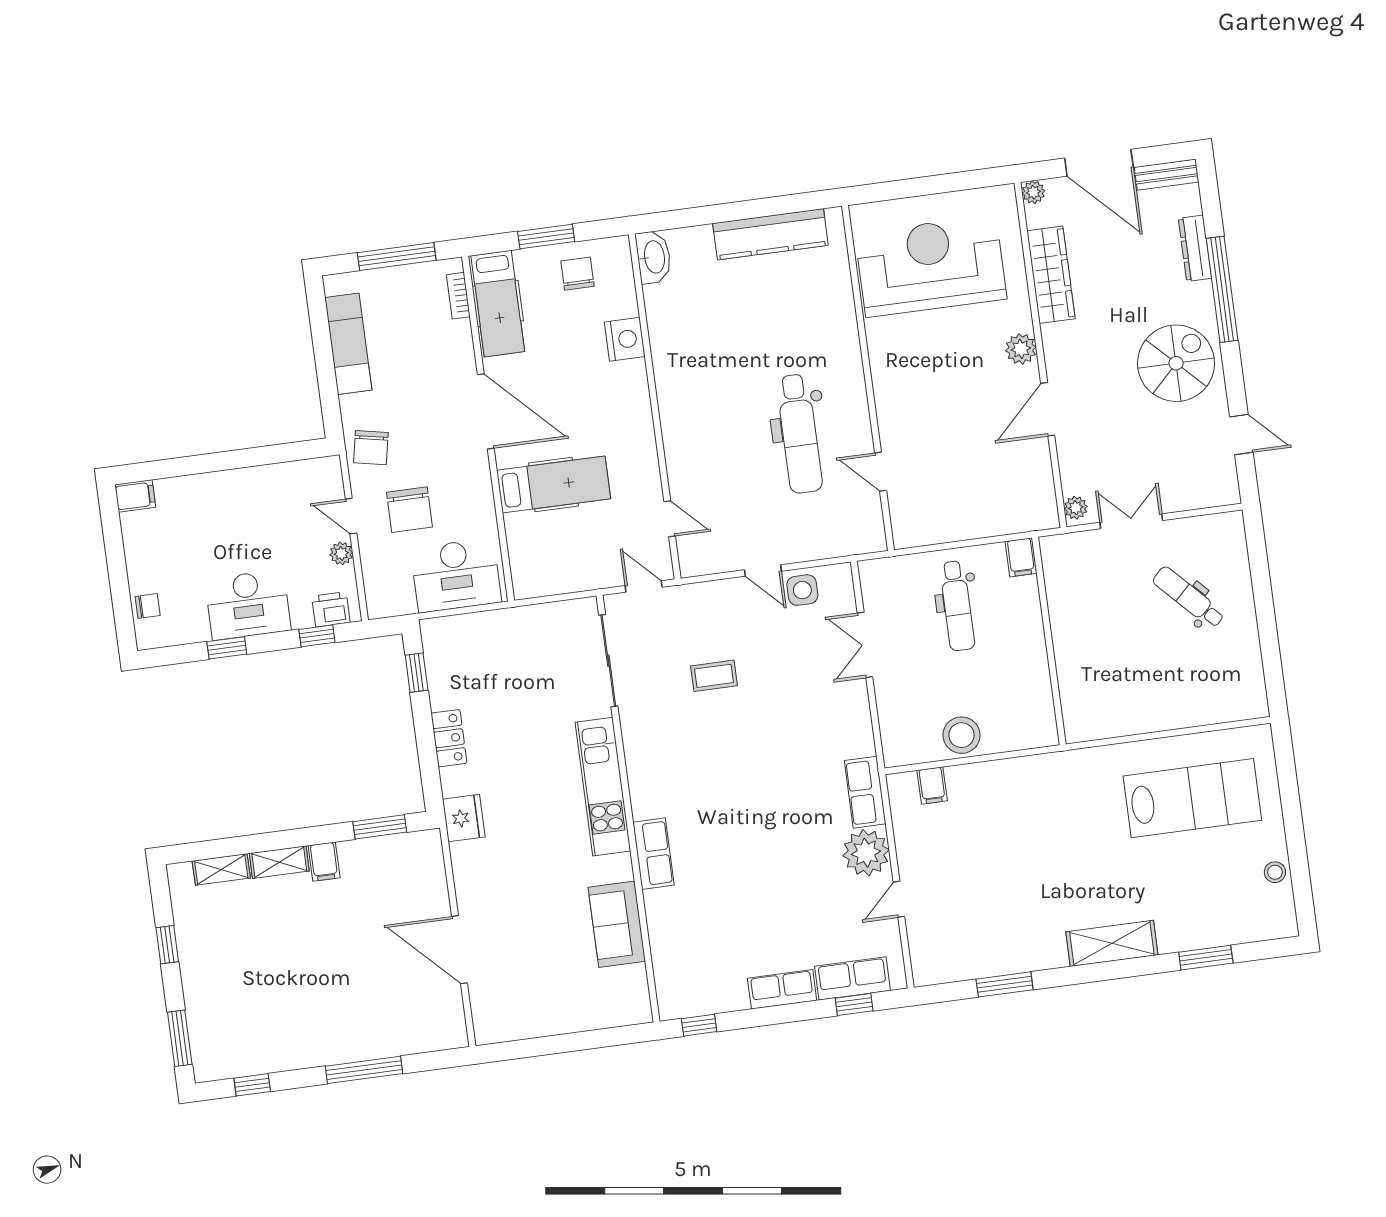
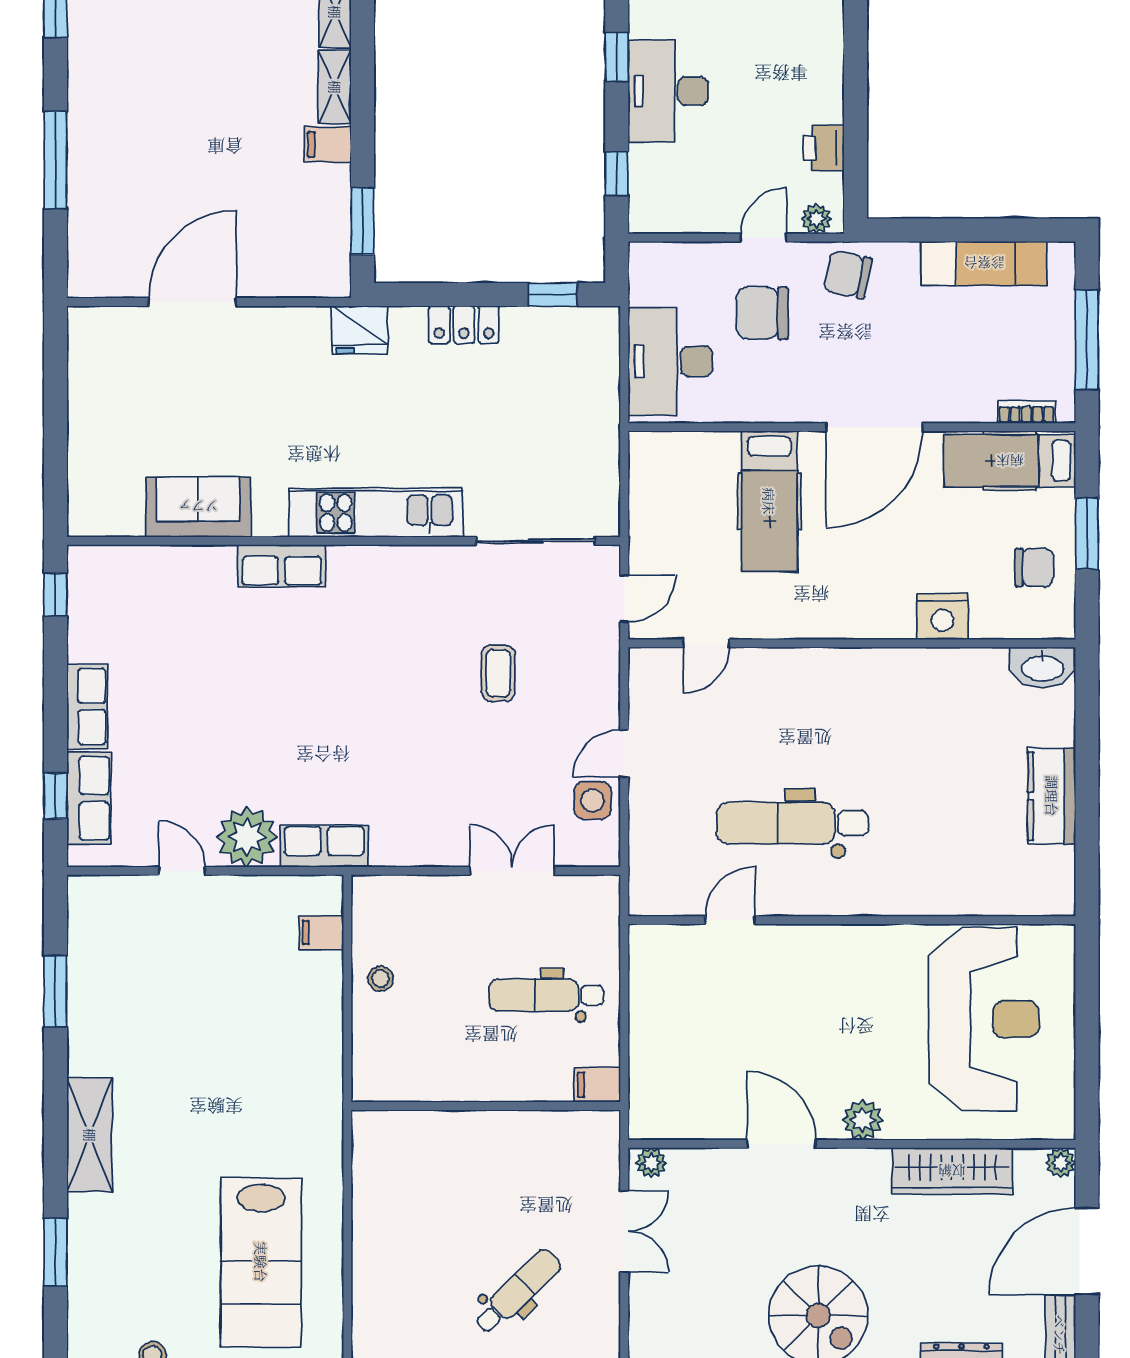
kitchen counter: (770, 234) -> (1052, 796), width x0.67
plant: (341, 553) -> (816, 219), moved
printer: (331, 609) -> (824, 148), moved, turned 180
stool: (962, 735) -> (381, 979), width x0.53, depth x0.53

